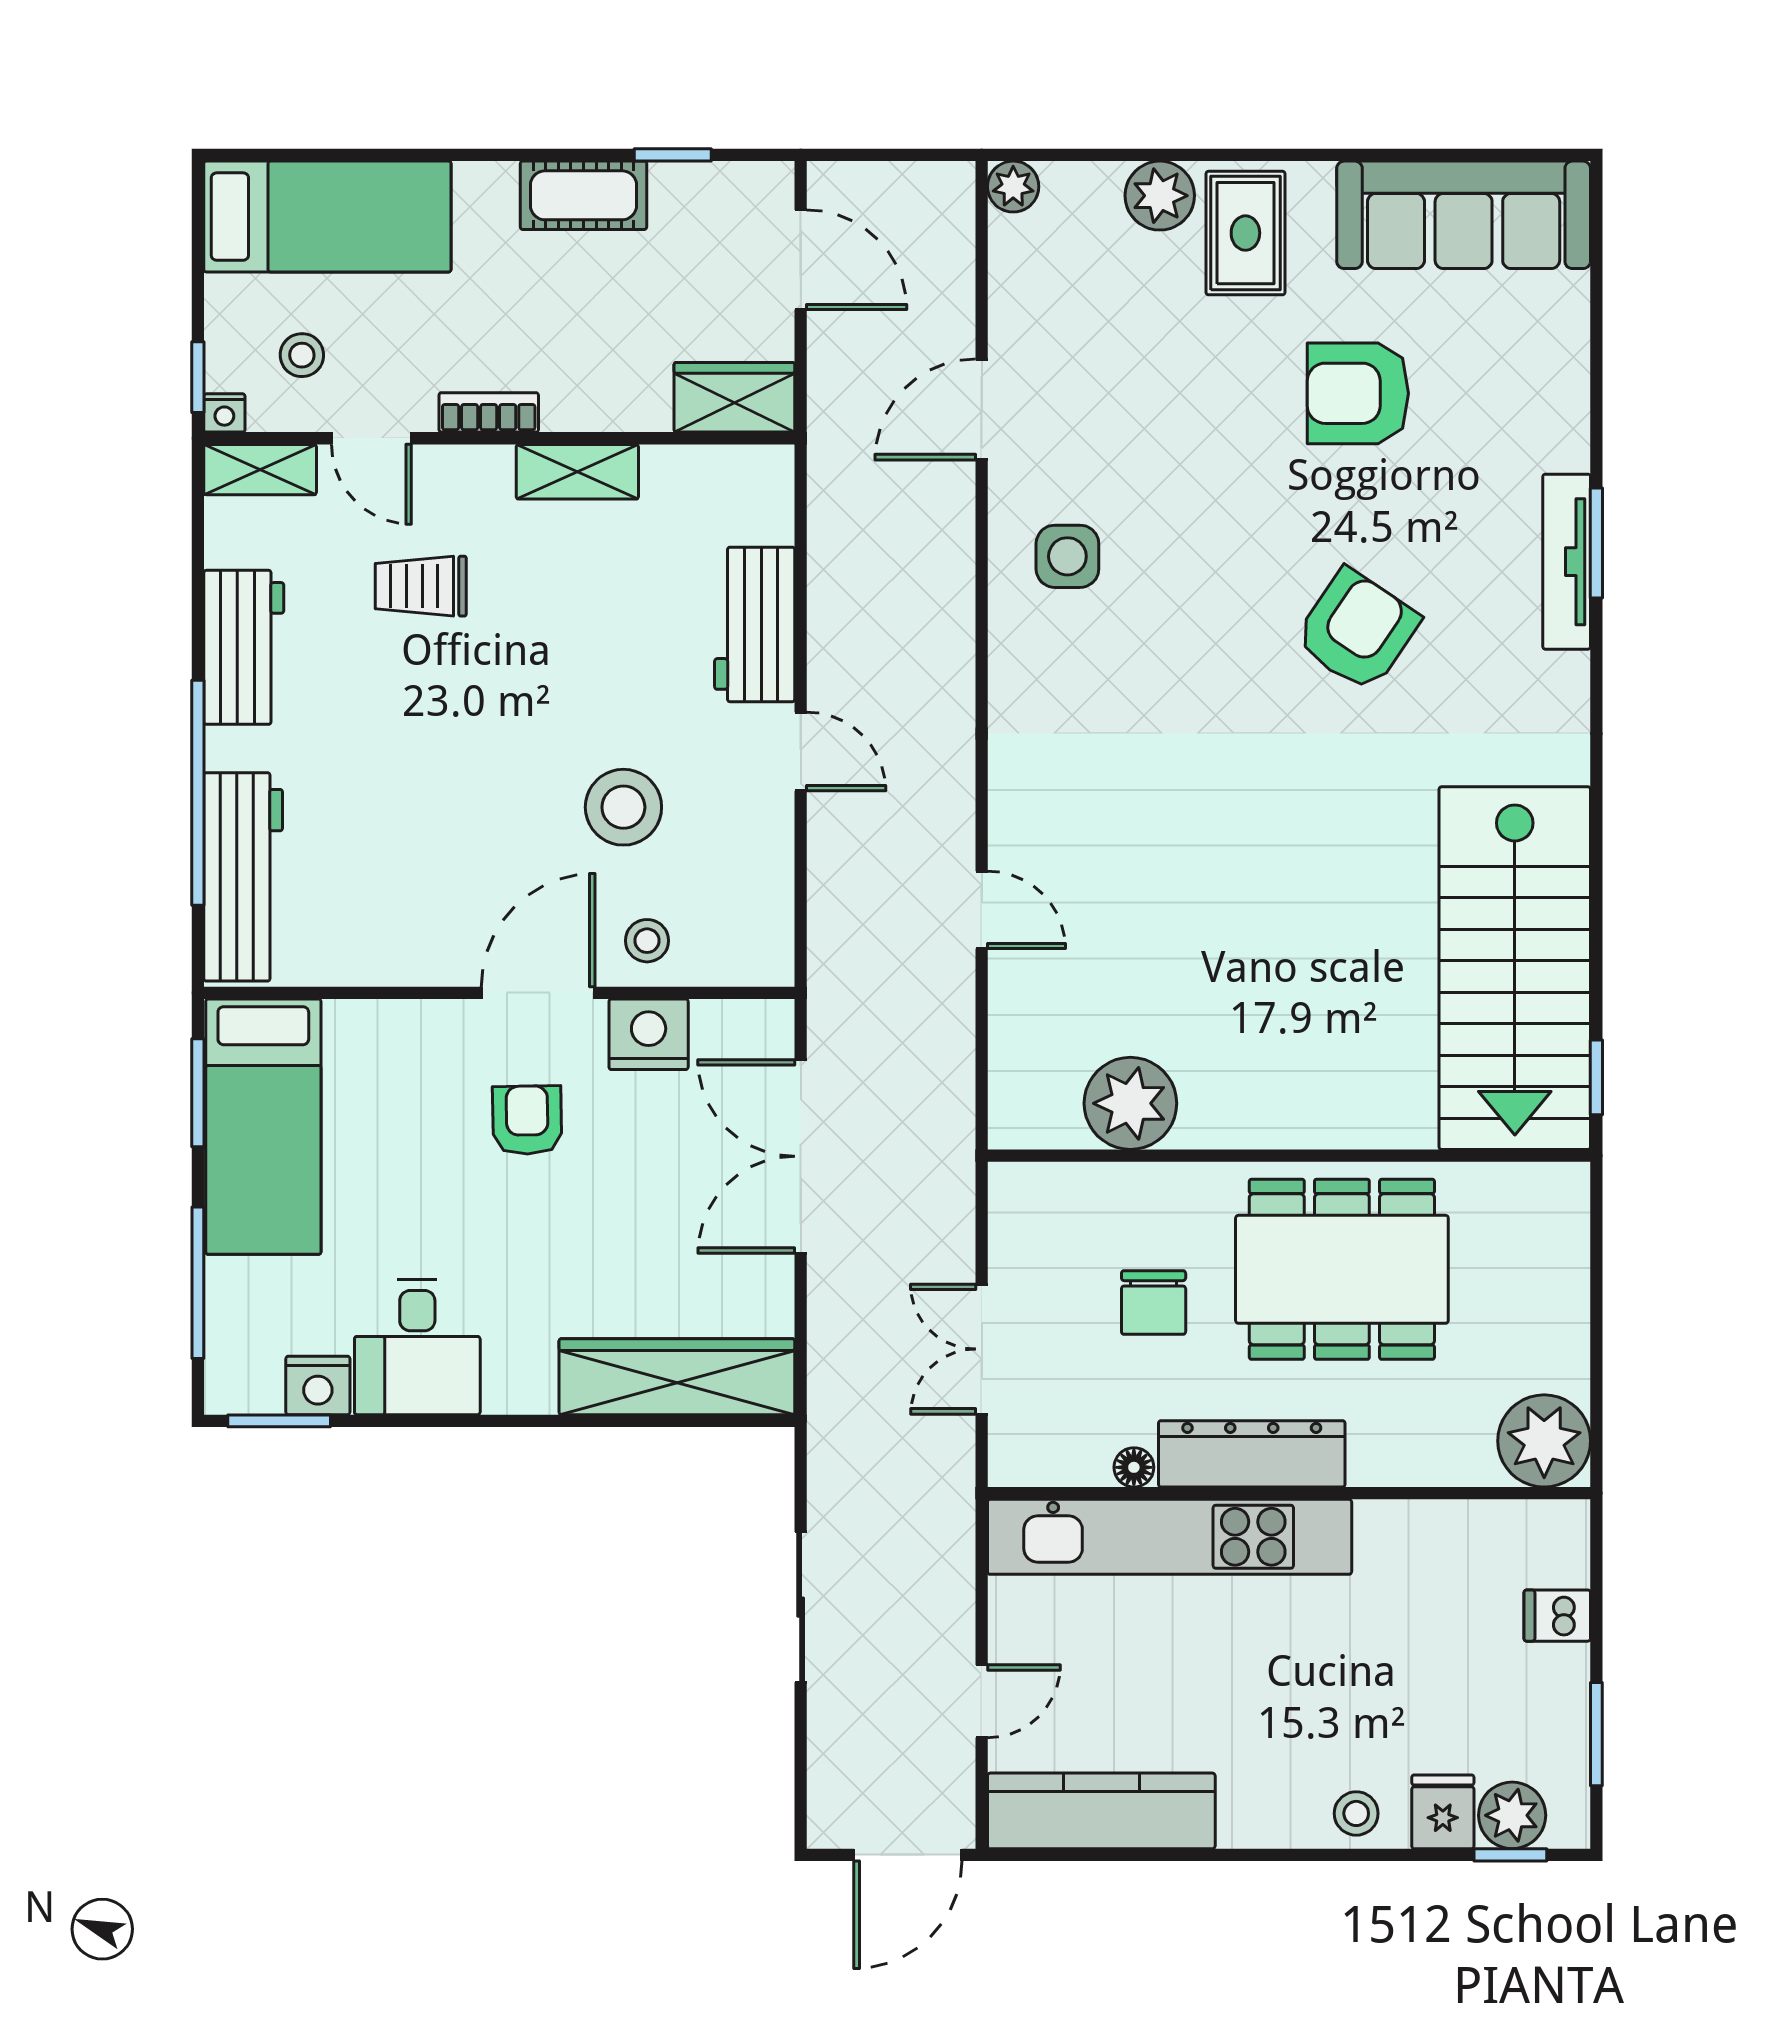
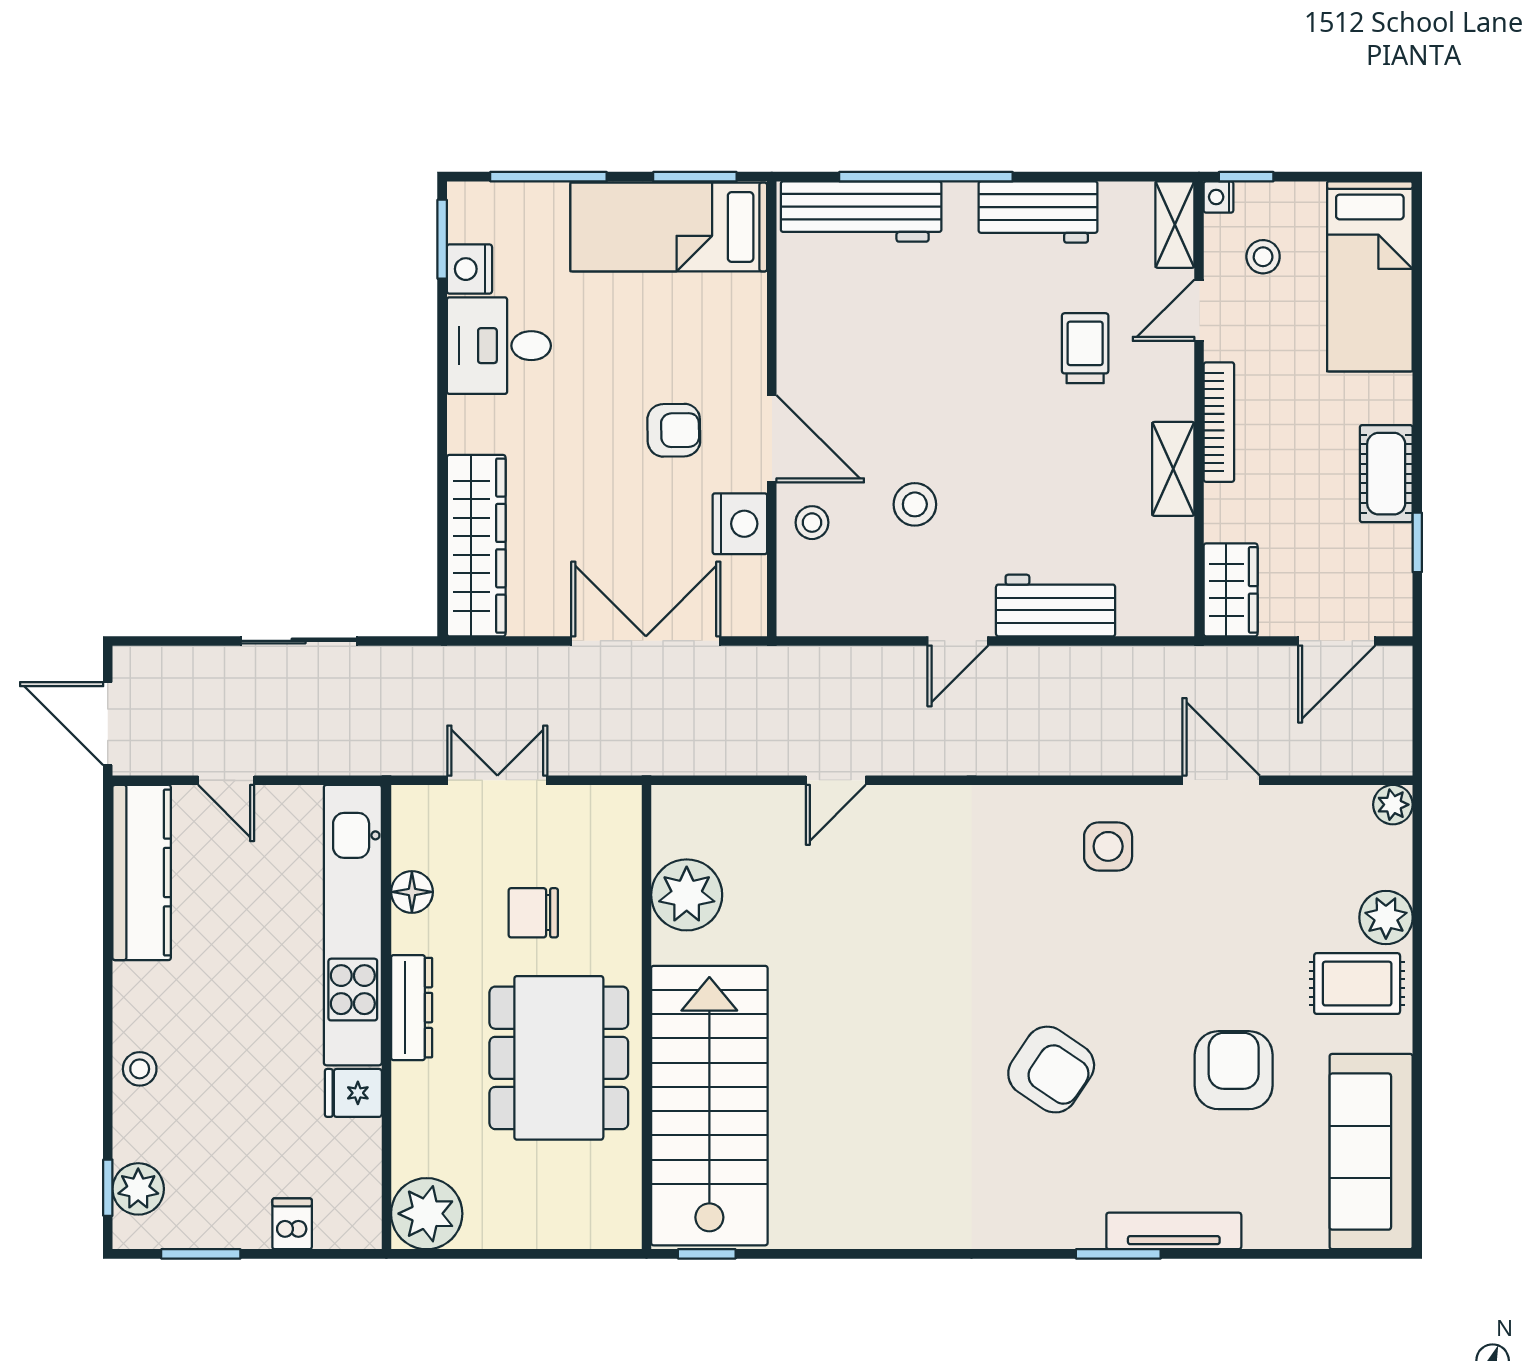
bookcase: (489, 412) -> (1219, 422), width x1.56
tv unit: (1567, 562) -> (1174, 1231), moved
stool: (623, 807) -> (915, 504), width x0.73, depth x0.73
stairs: (1515, 968) -> (709, 1106), moved, turned 90
dresser: (1252, 1454) -> (412, 1008), width x0.73, depth x0.80
floor lamp: (1134, 1467) -> (412, 892), width x1.37, depth x1.37
fridge: (1443, 1812) -> (353, 1093), moved, turned 180

